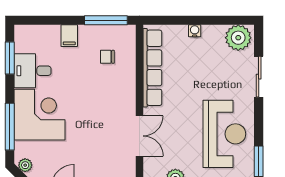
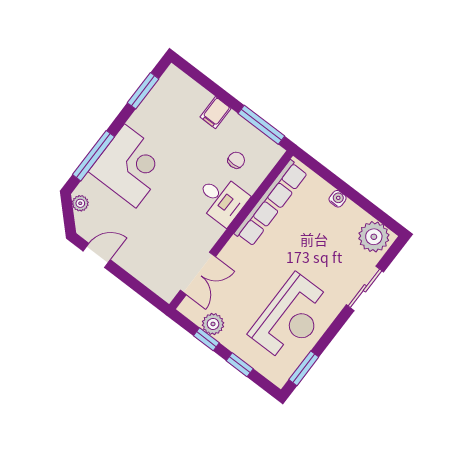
chair: (107, 57) -> (236, 160), turned 90
desk: (33, 71) -> (222, 199), moved, turned 180
double door: (139, 136) -> (198, 273), moved

